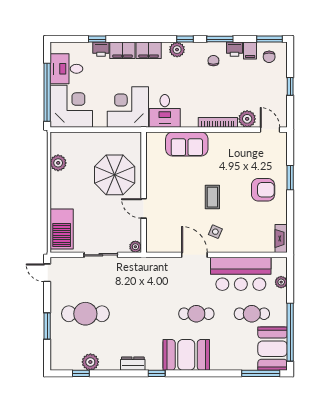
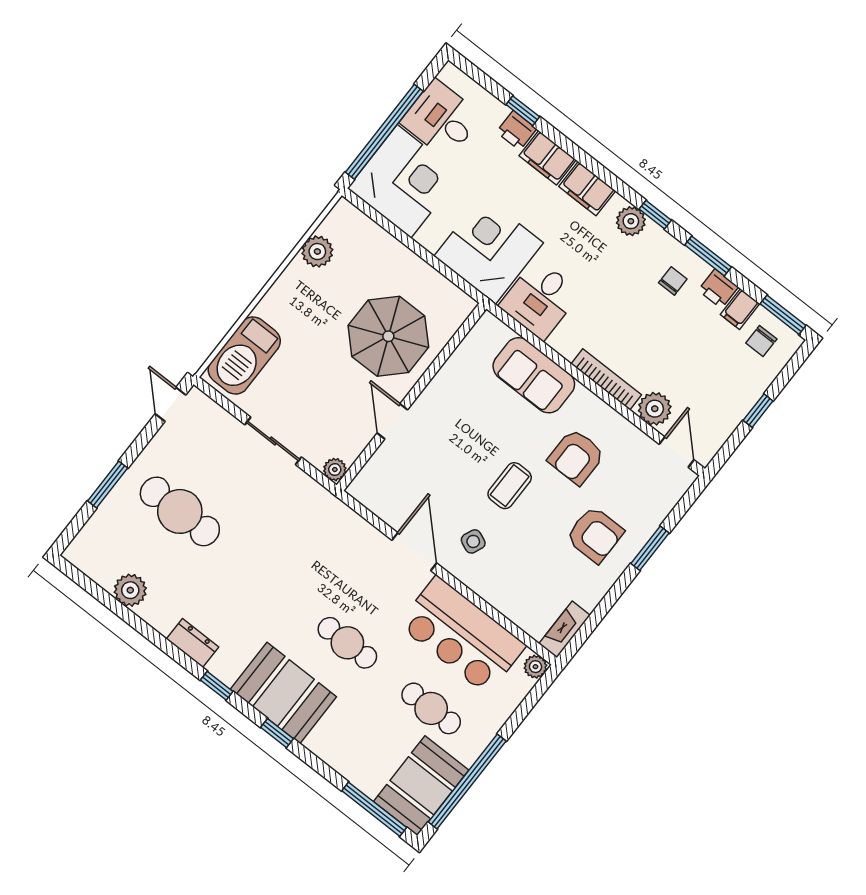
armchair: (230, 164) -> (576, 457), added
plant: (281, 282) -> (535, 667), moved
window: (81, 373) -> (277, 733), moved

